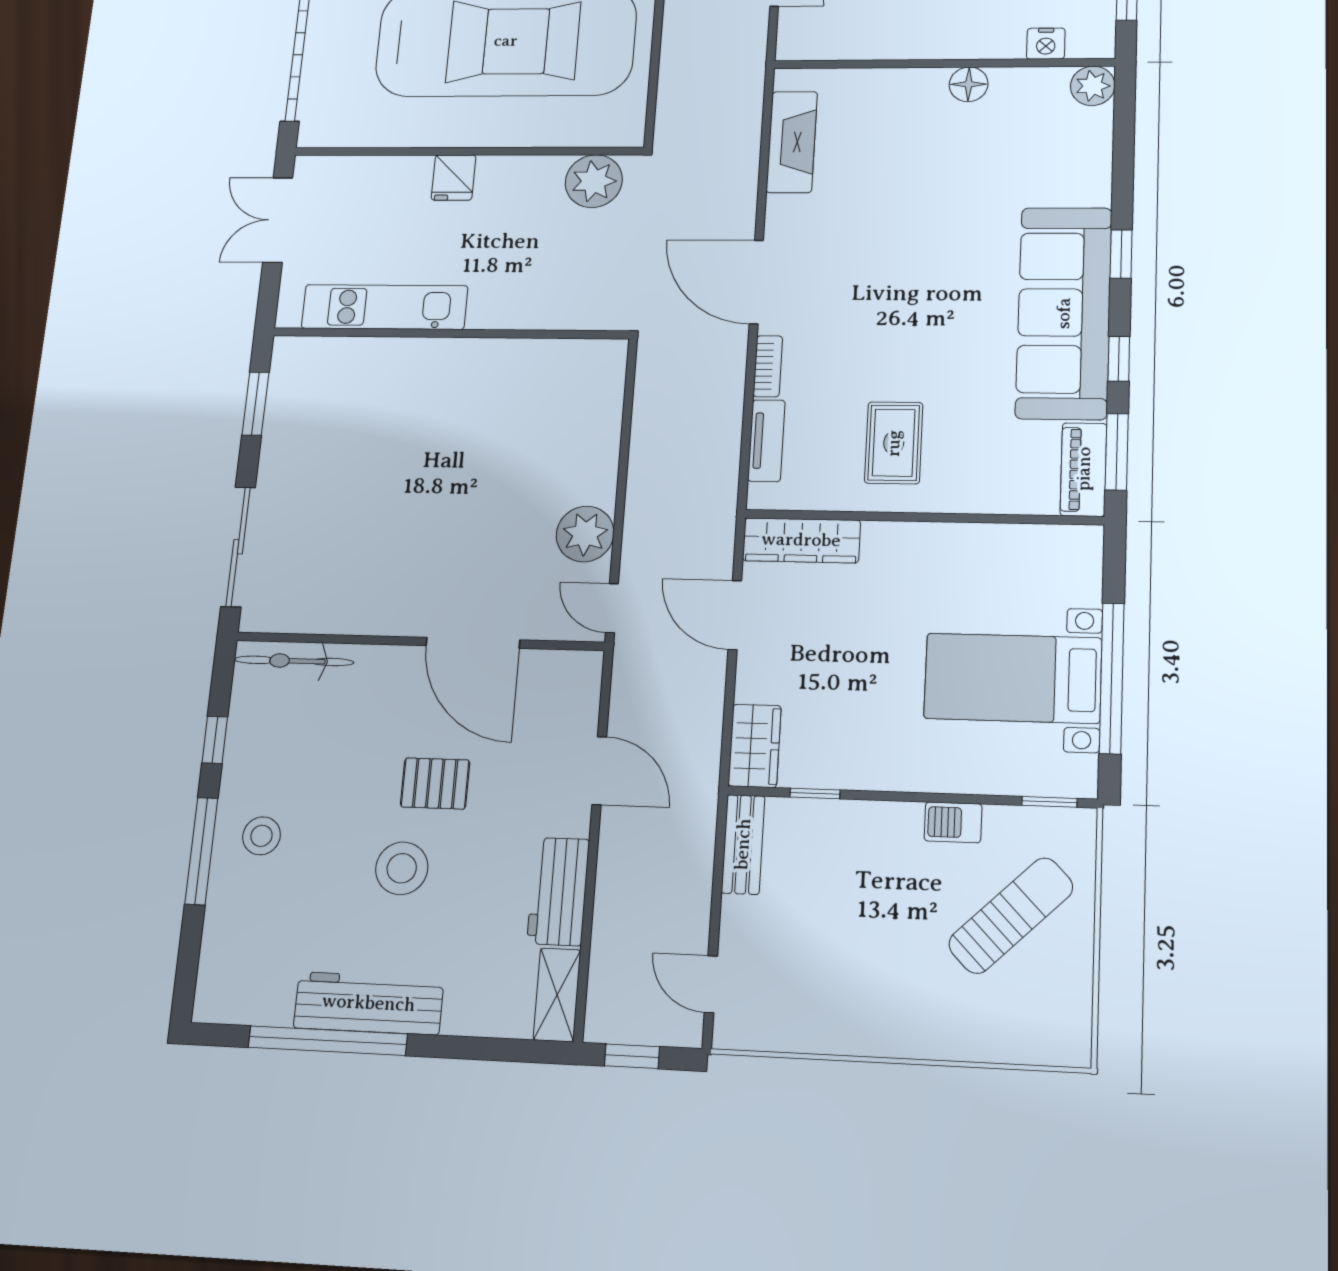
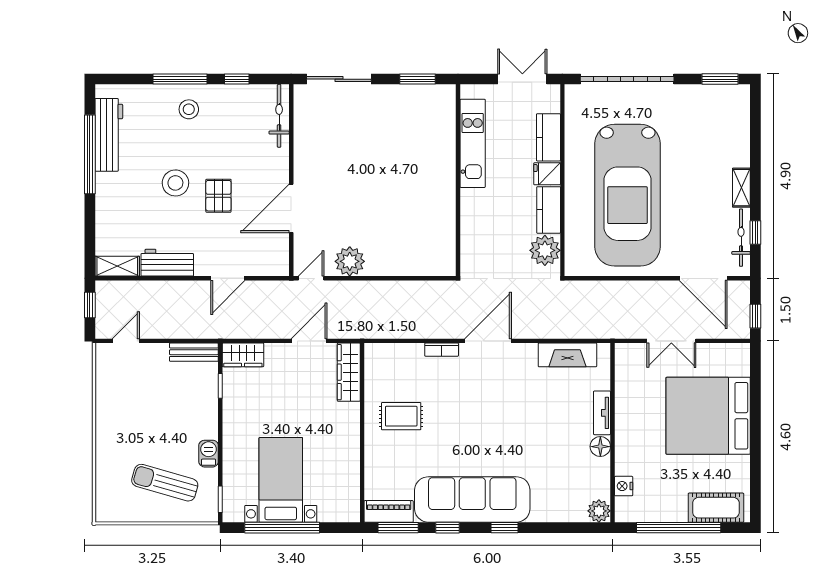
kitchen counter: (388, 175) -> (548, 137), added
kitchen counter: (520, 175) -> (549, 210), added
tv unit: (766, 441) -> (602, 413), moved, turned 90
sun lounger: (1011, 916) -> (165, 483), turned 150
workbench: (369, 1003) -> (109, 135), moved

